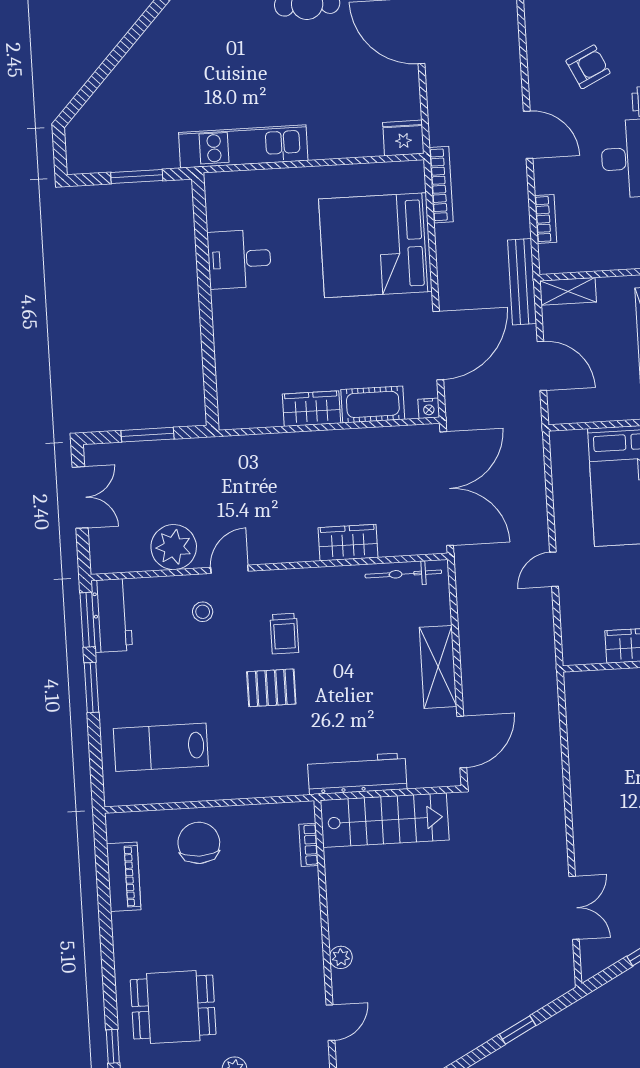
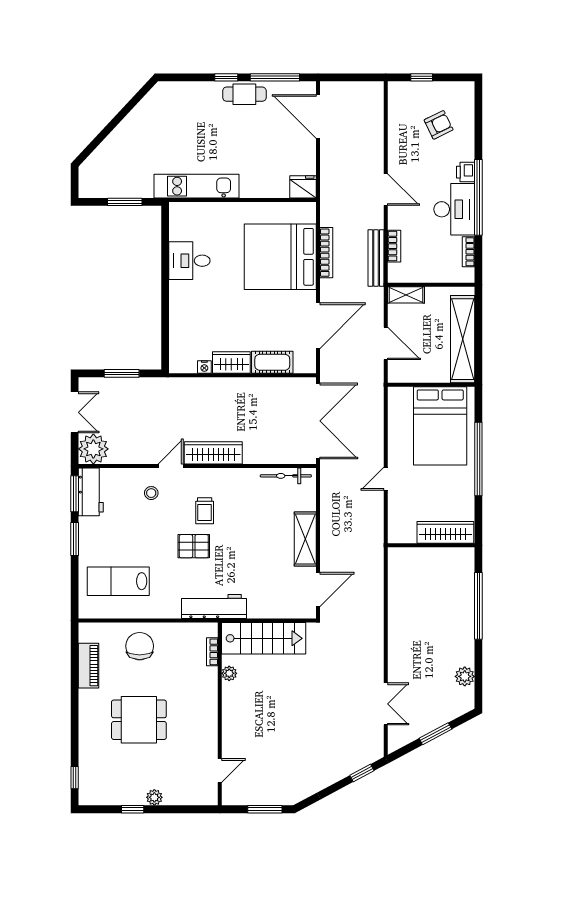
armchair: (588, 67) -> (439, 125), moved
bookcase: (441, 185) -> (326, 253), moved
bench: (522, 282) -> (376, 258), moved
nightstand: (429, 408) -> (204, 367), moved
wardrobe: (348, 543) -> (213, 453), moved, width x1.50
plant: (174, 547) -> (93, 449), moved
workbench: (357, 774) -> (214, 607), moved
plant: (341, 957) -> (229, 673), moved
dining table: (173, 1007) -> (139, 720), moved
window: (518, 1030) -> (362, 773), moved

